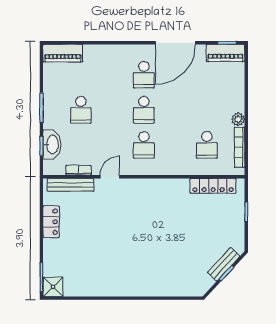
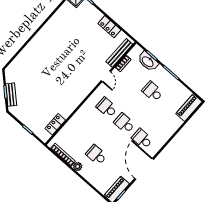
school desk: (207, 145) -> (96, 155), moved
locker: (213, 186) -> (55, 124), width x0.66

